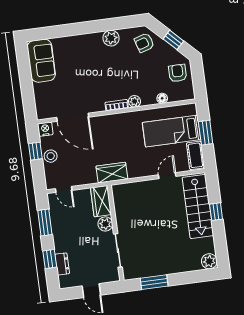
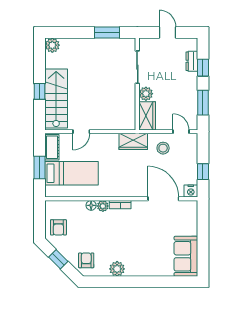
armchair: (144, 43) -> (86, 260), turned -73
floor lamp: (162, 98) -> (91, 205), moved
stool: (51, 156) -> (163, 148), moved

